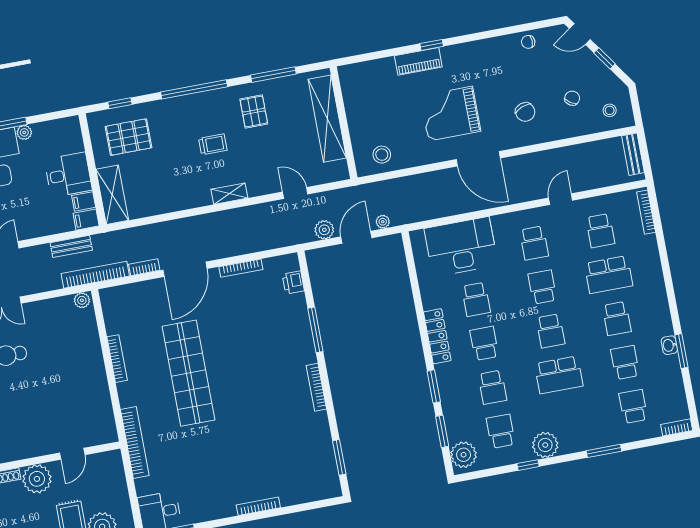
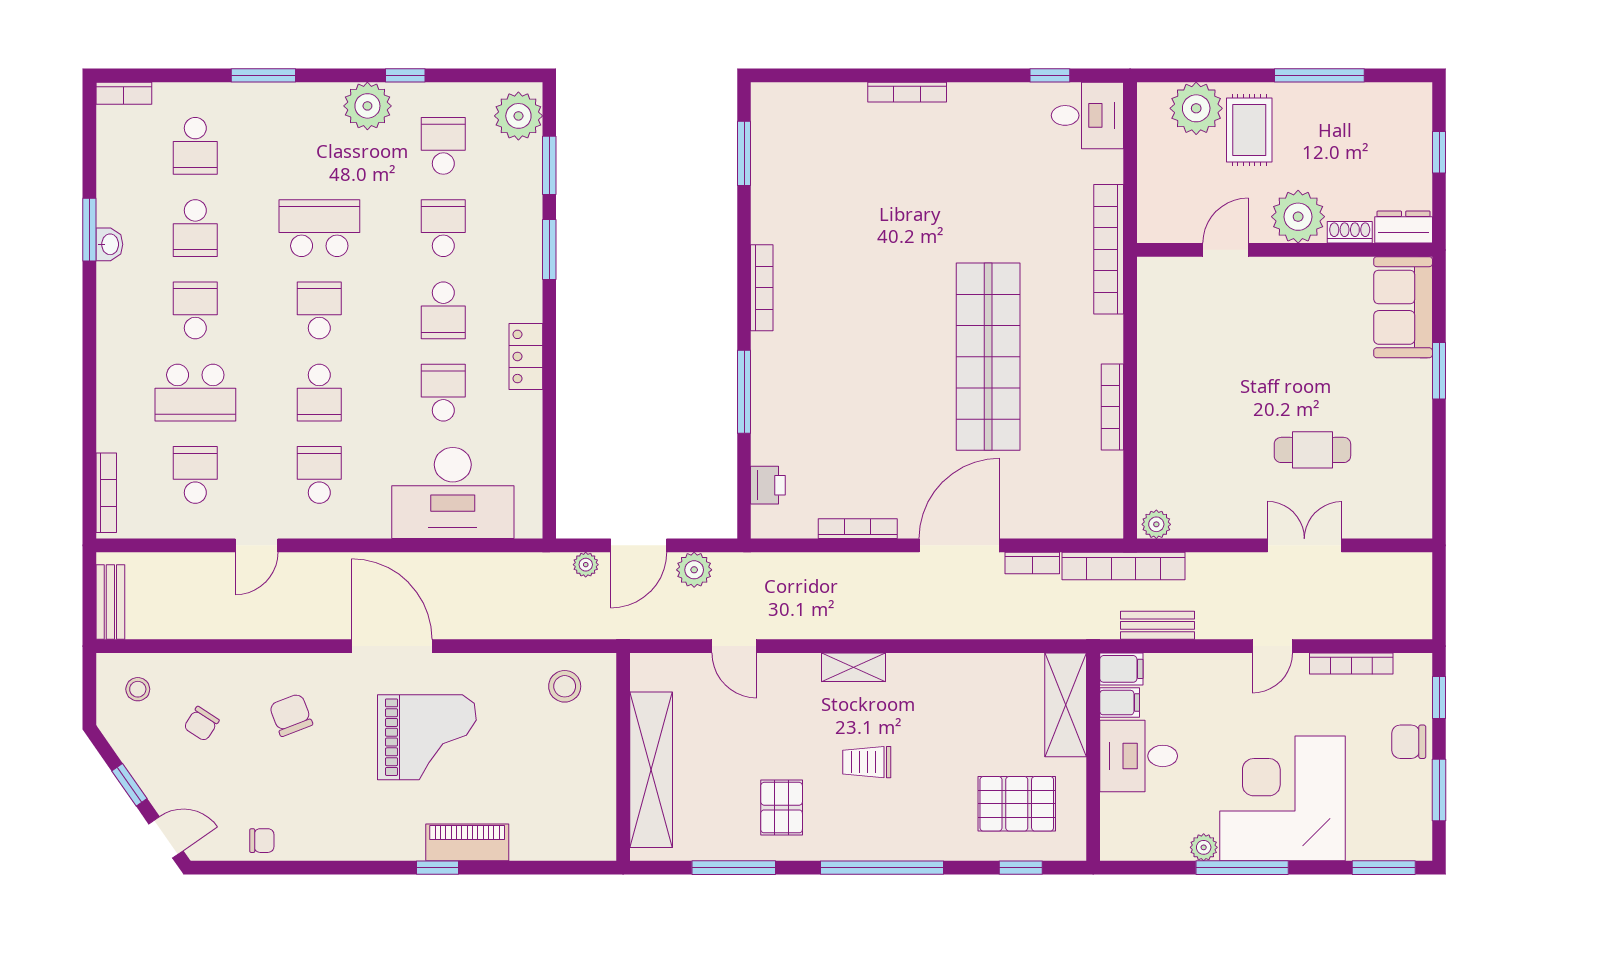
school desk: (609, 275) -> (195, 393), turned 180
locker: (437, 336) -> (526, 356), width x0.66
school desk: (501, 431) -> (443, 146), turned 180

